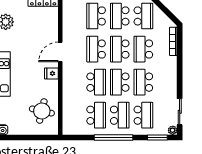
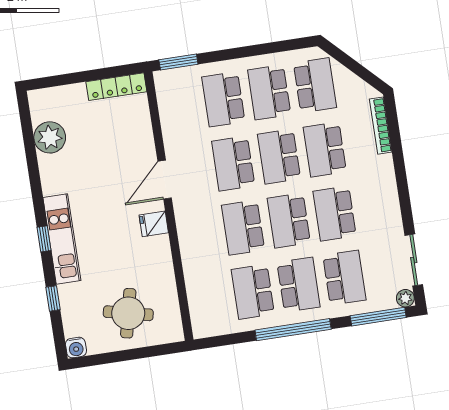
school desk: (96, 82) -> (243, 228), turned 180
round table: (42, 111) -> (128, 313), moved
school desk: (96, 115) -> (253, 292), turned 180
window: (157, 137) -> (378, 317), width x1.44

